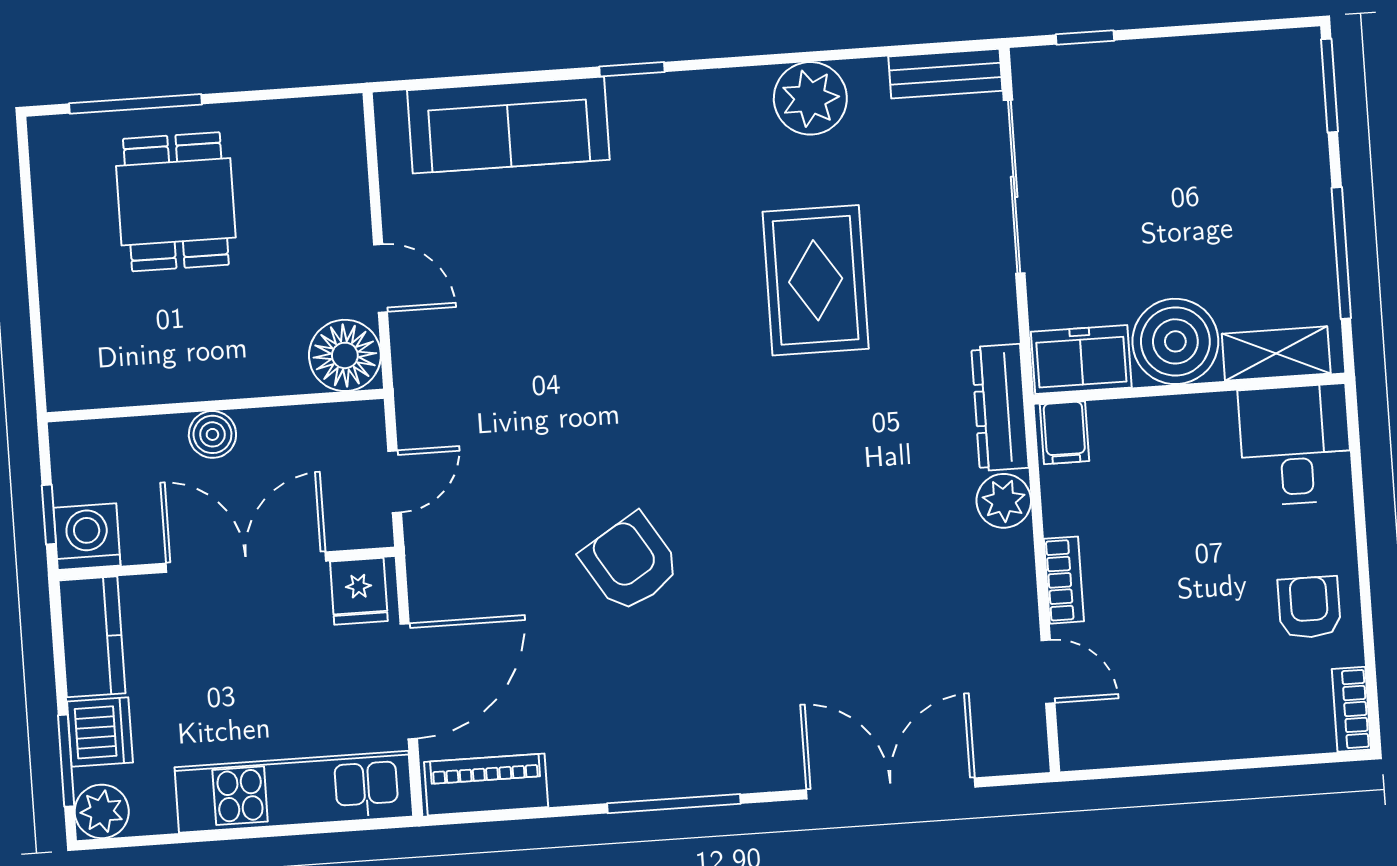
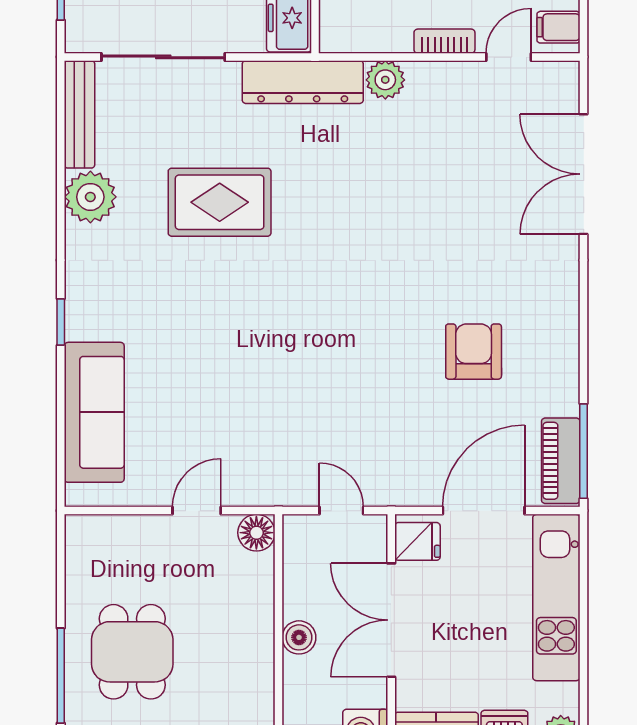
bench: (945, 74) -> (80, 114), width x1.36
dining table: (176, 202) -> (132, 652), turned 90
floor lamp: (345, 355) -> (256, 533), width x0.73, depth x0.73
dresser: (1000, 407) -> (303, 82), width x1.37, depth x1.24
filing cabinet: (1065, 433) -> (558, 27), moved, turned 180
armchair: (630, 563) -> (474, 352), moved, turned 122
door: (409, 681) -> (484, 511), hinge flipped
window: (674, 804) -> (584, 451), moved

